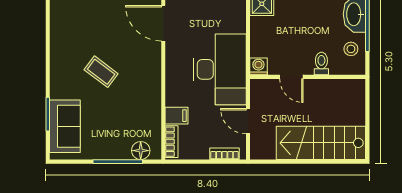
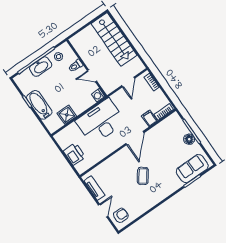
door: (163, 23) -> (135, 138), moved
desk: (220, 69) -> (101, 122), moved
coffee table: (101, 72) -> (143, 176), moved
door: (291, 77) -> (92, 76), swing flipped
floor lamp: (141, 151) -> (189, 139), moved

